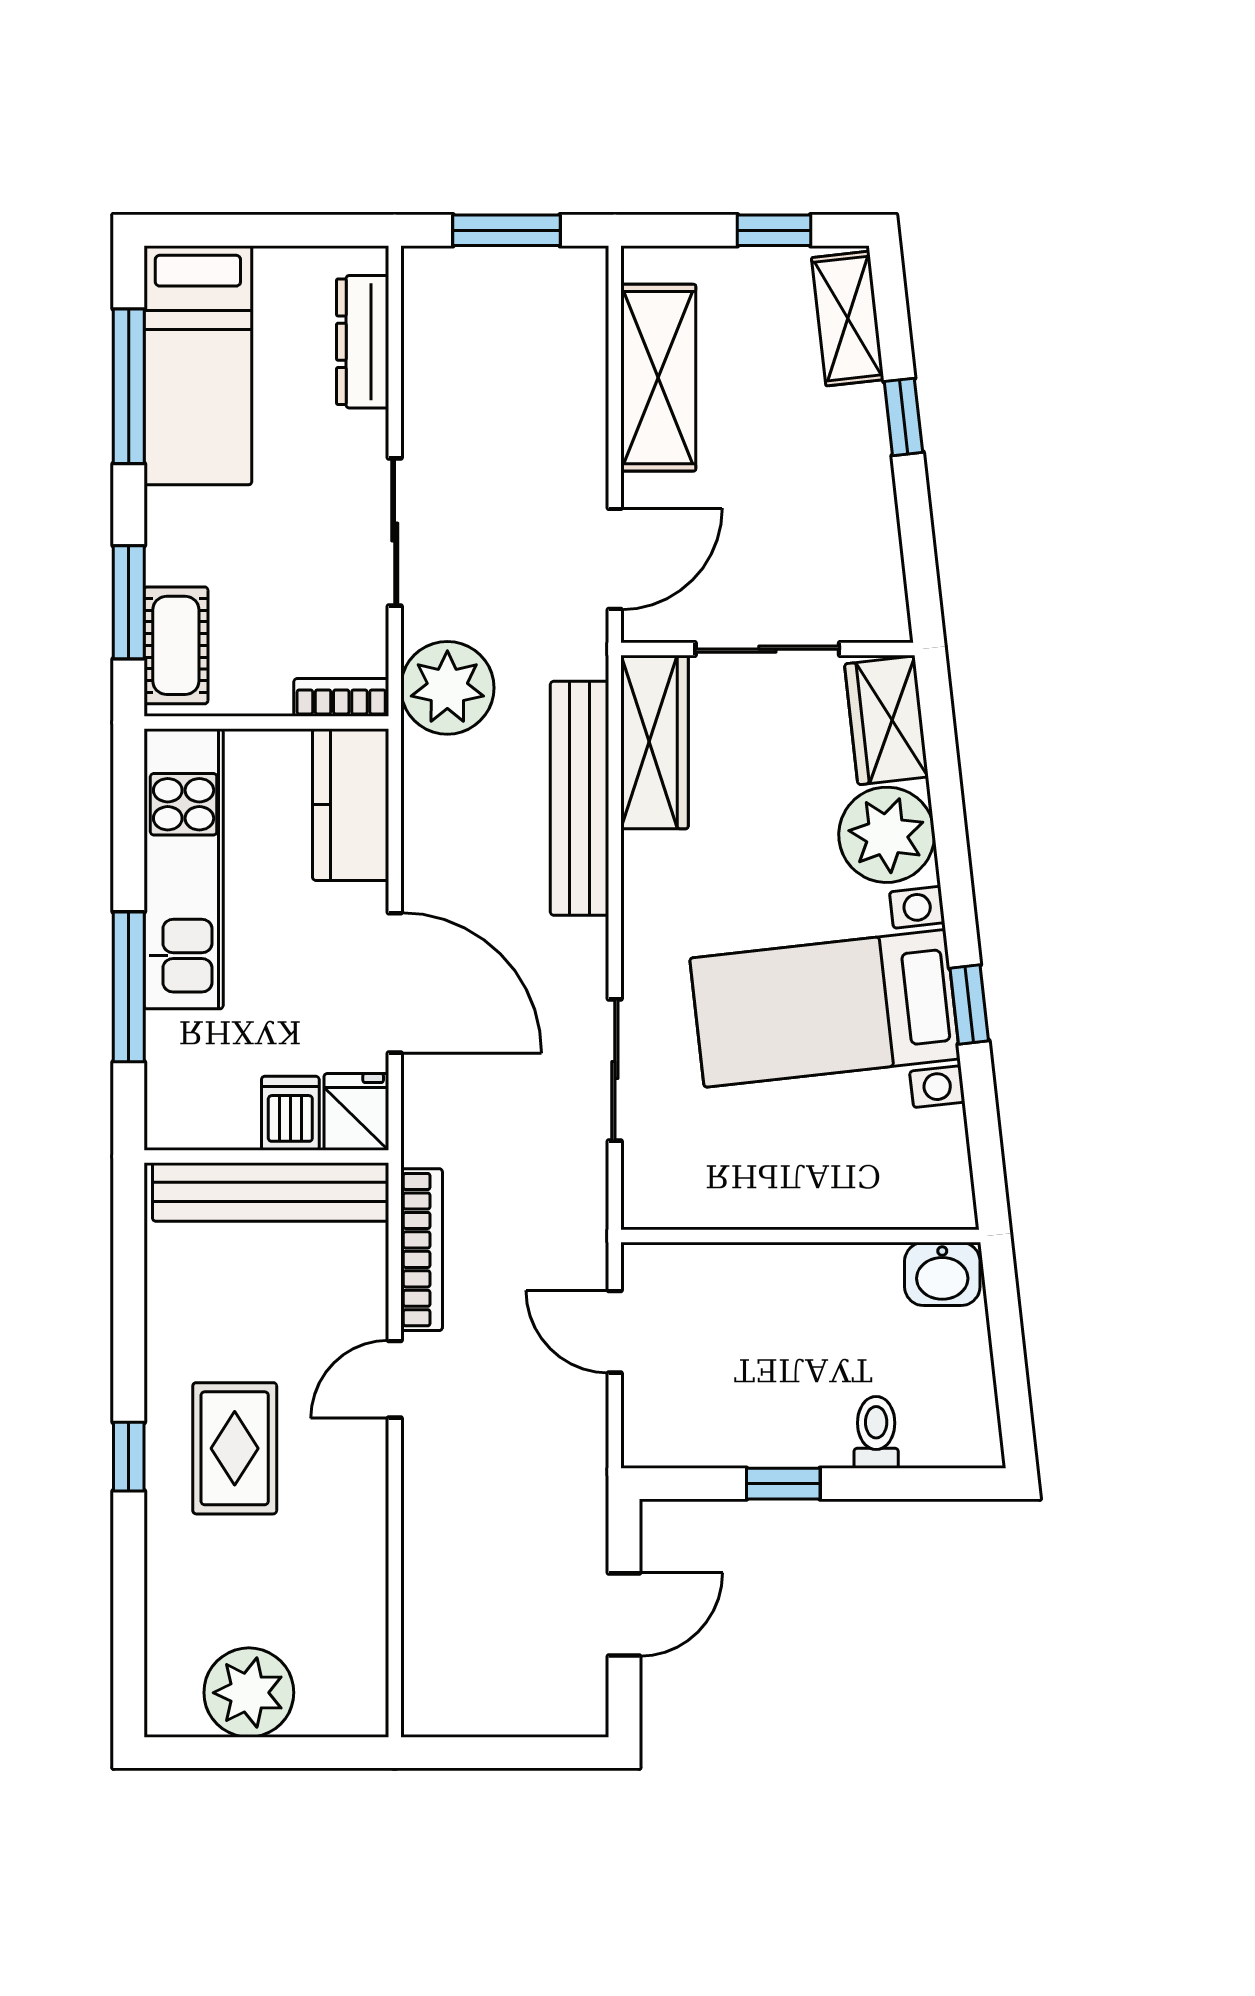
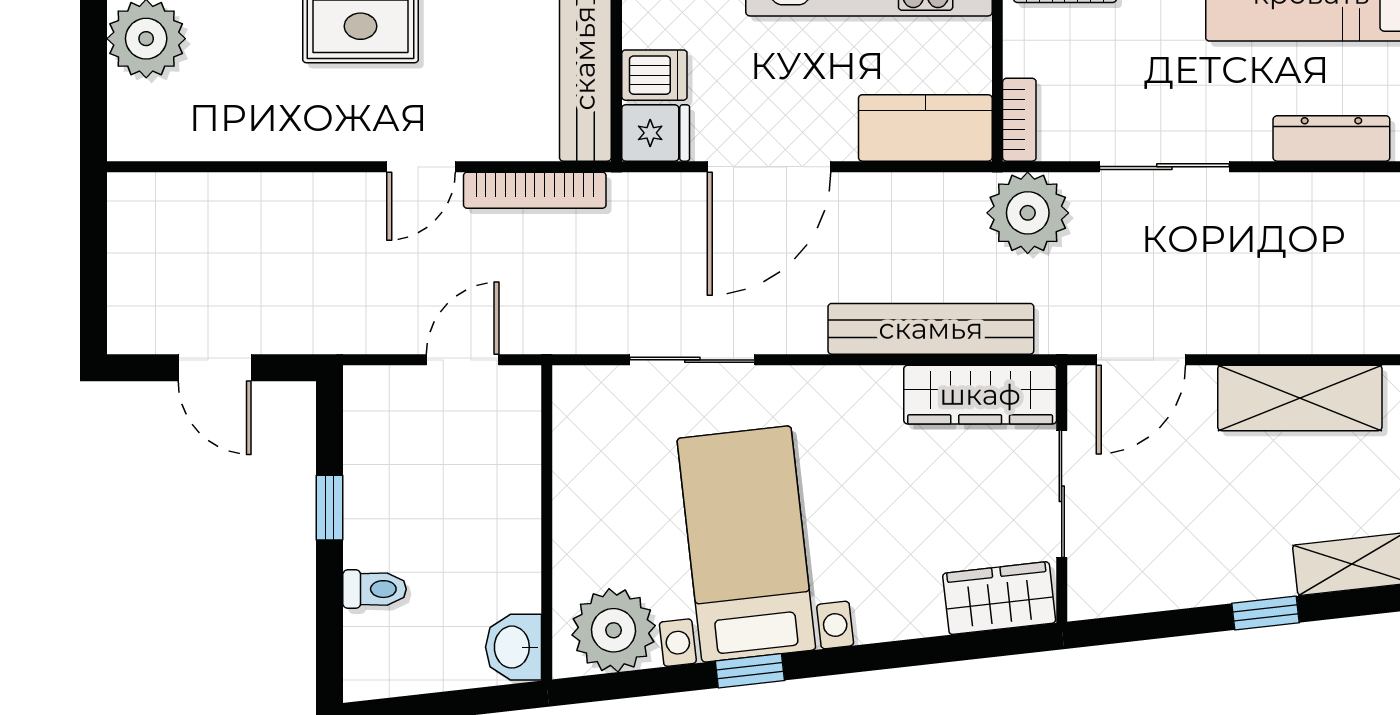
door: (615, 559) -> (1141, 360), hinge flipped
plant: (887, 835) -> (614, 630), moved
door: (395, 1379) -> (421, 167), swing flipped

